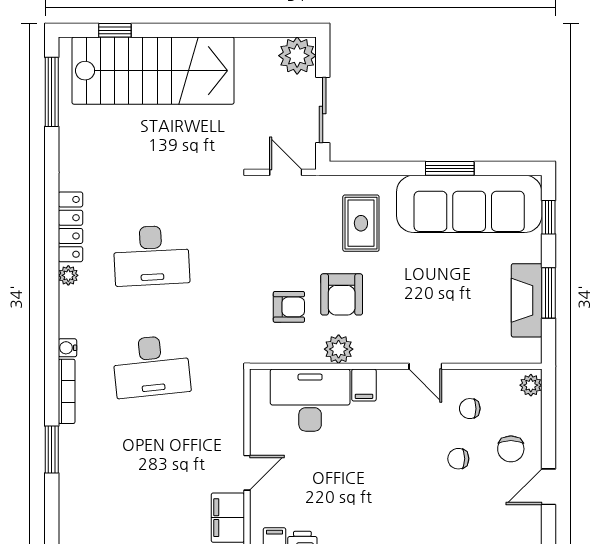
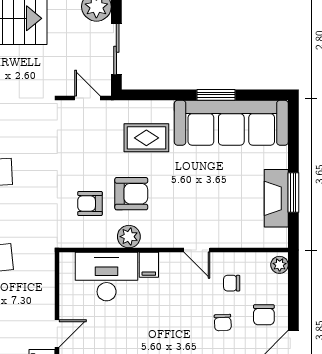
window: (548, 217) -> (293, 133), removed
rug: (361, 223) -> (146, 138), turned 90
armchair: (342, 294) -> (131, 194), turned -90
armchair: (289, 307) -> (90, 203), turned 180
chair: (458, 459) -> (223, 322), turned -93

